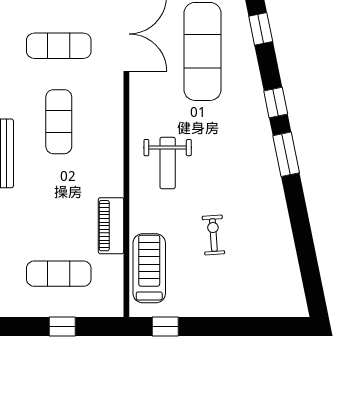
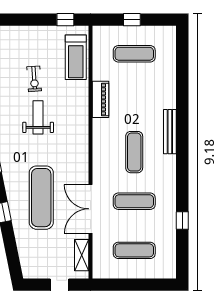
weight bench: (168, 163) -> (38, 117), moved
piano: (111, 226) -> (100, 99), moved

